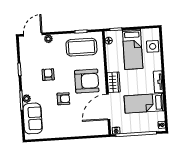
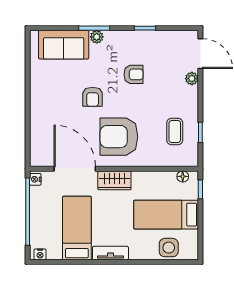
coffee table: (81, 47) -> (175, 131), width x0.54, depth x0.58
armchair: (87, 81) -> (119, 137), turned 90

